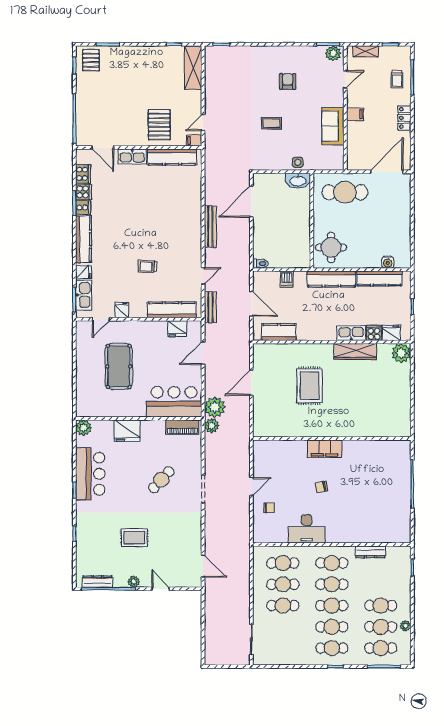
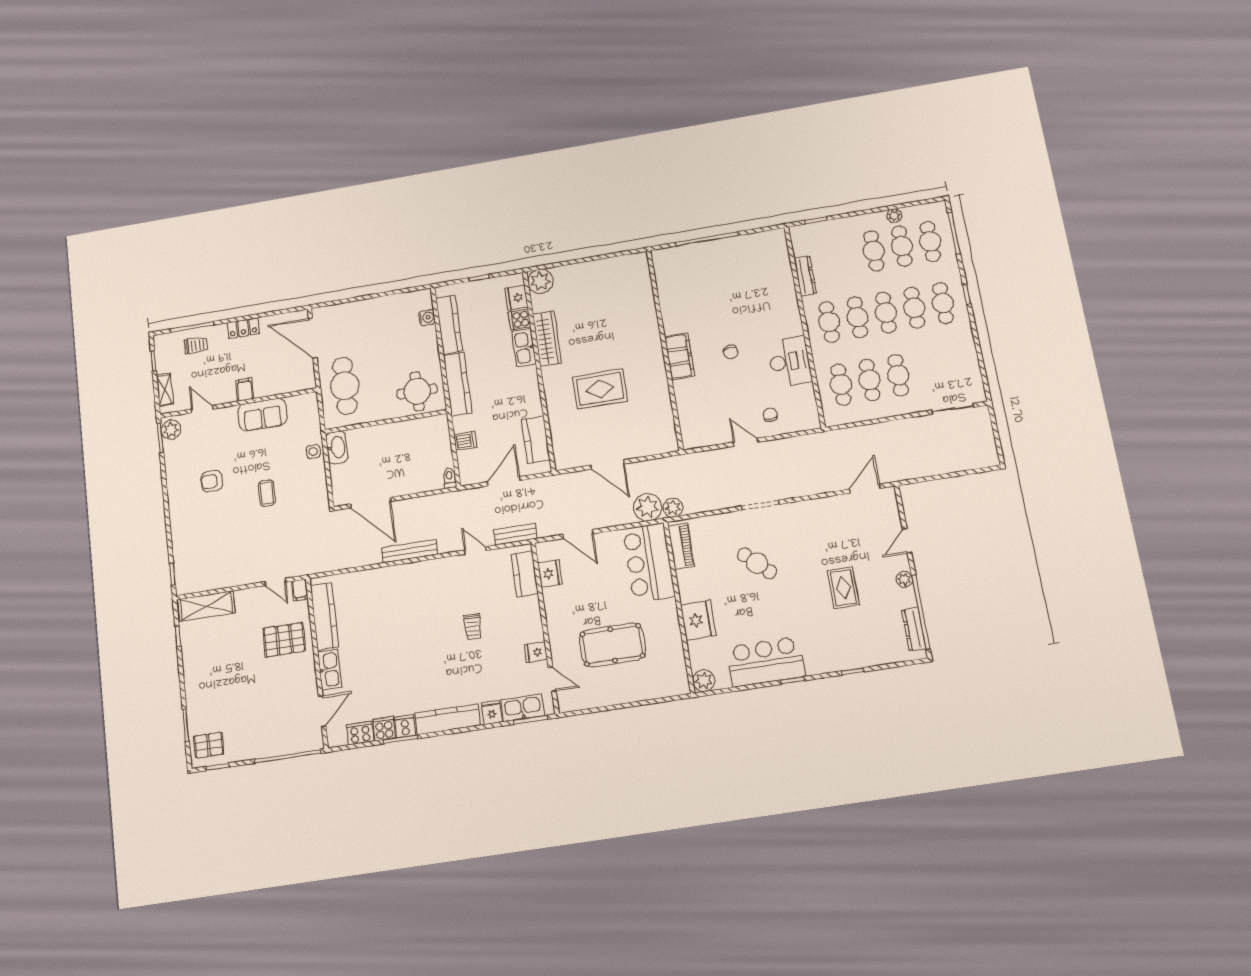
kitchen counter: (172, 310) -> (525, 574), width x0.67

